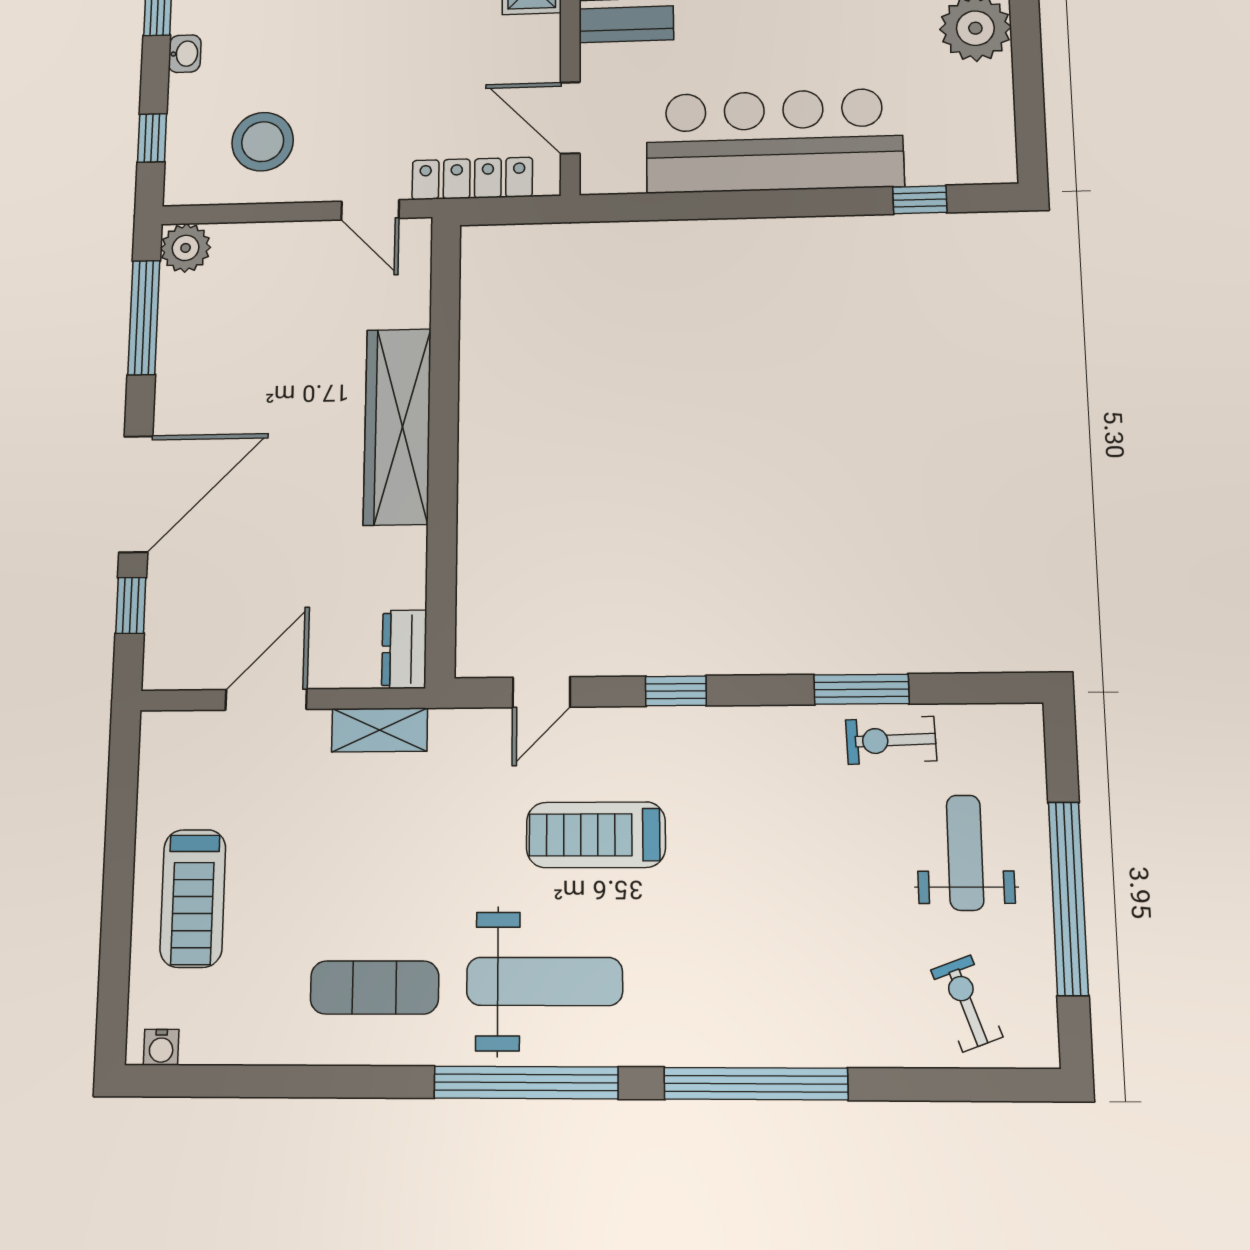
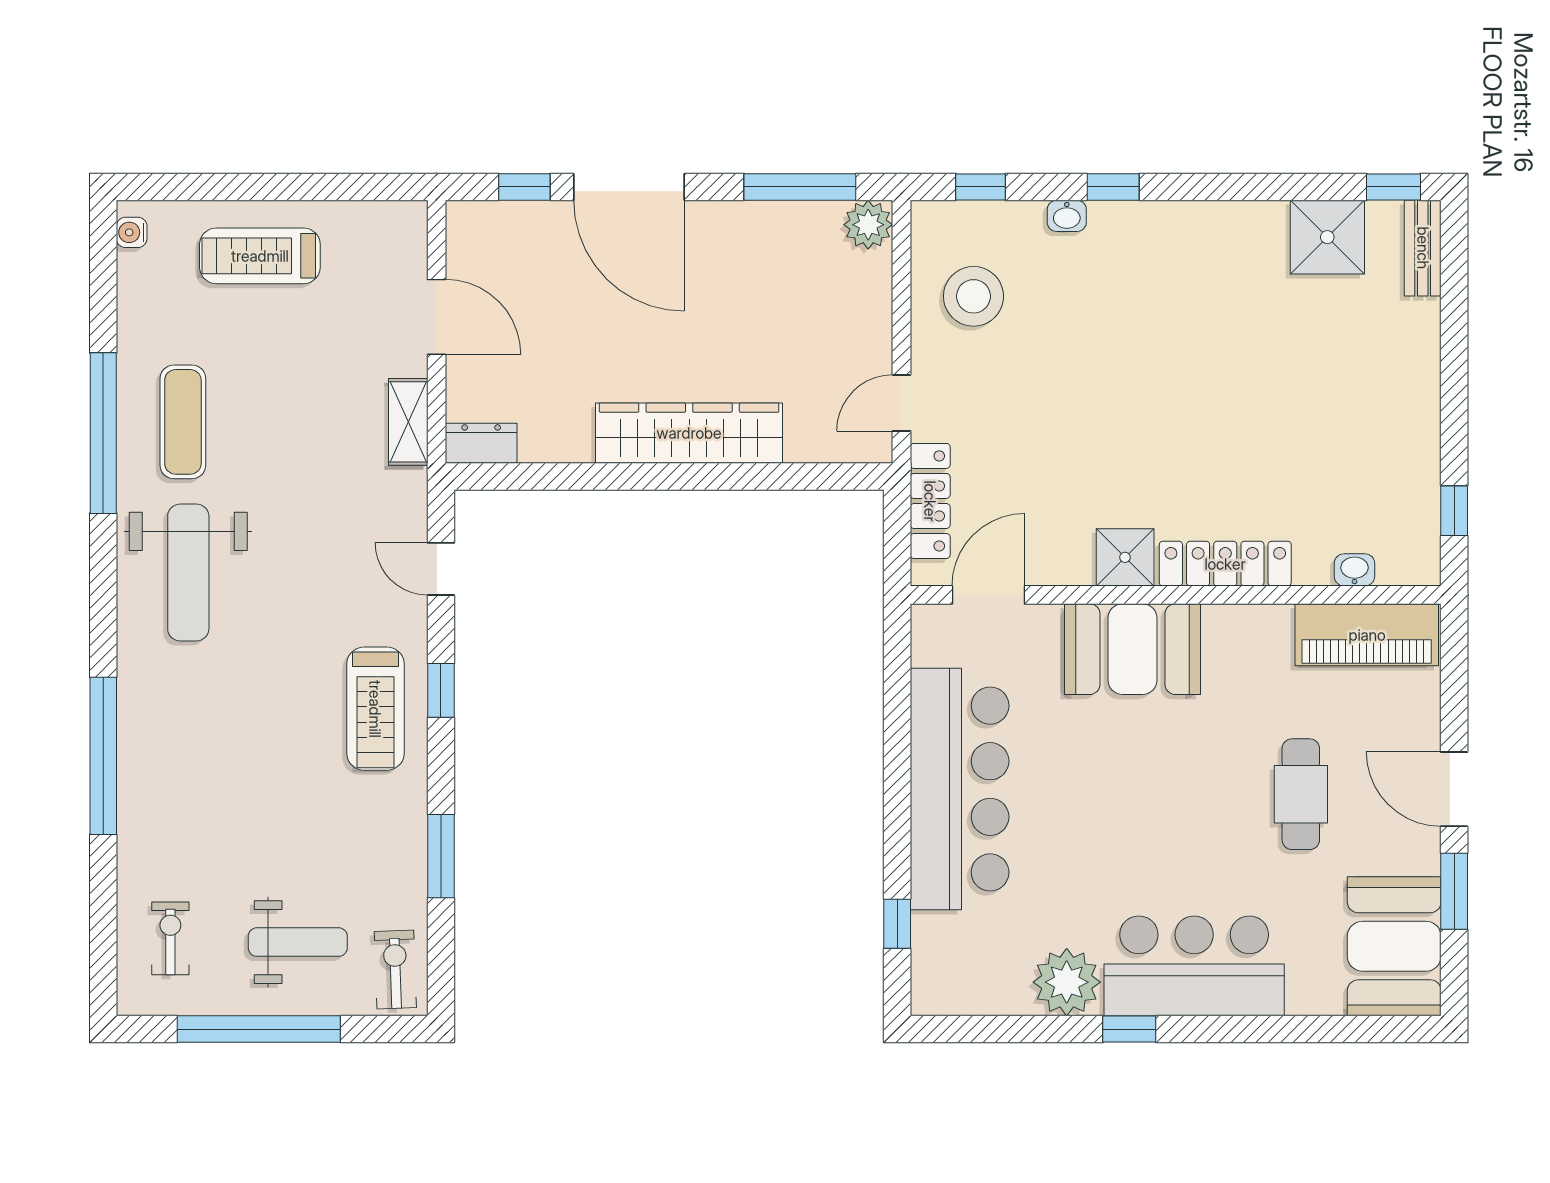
exercise bike: (891, 740) -> (395, 969), moved
treadmill: (596, 835) -> (375, 709), moved, turned 180
exercise bike: (967, 1003) -> (170, 938), turned -70
window: (526, 1083) -> (103, 433), moved

